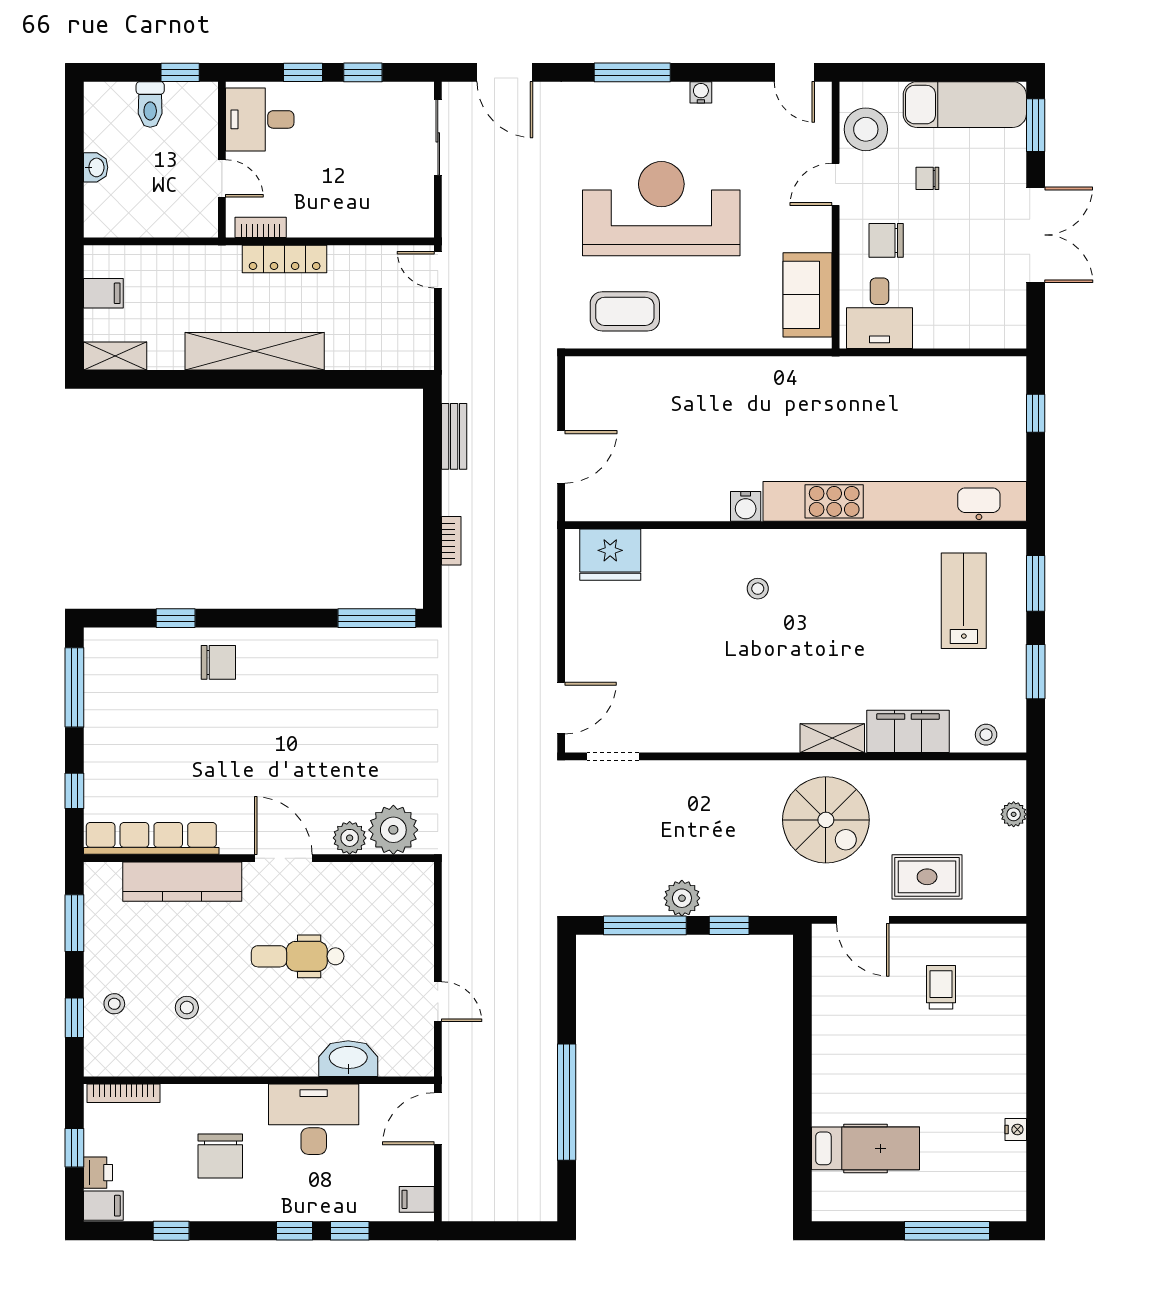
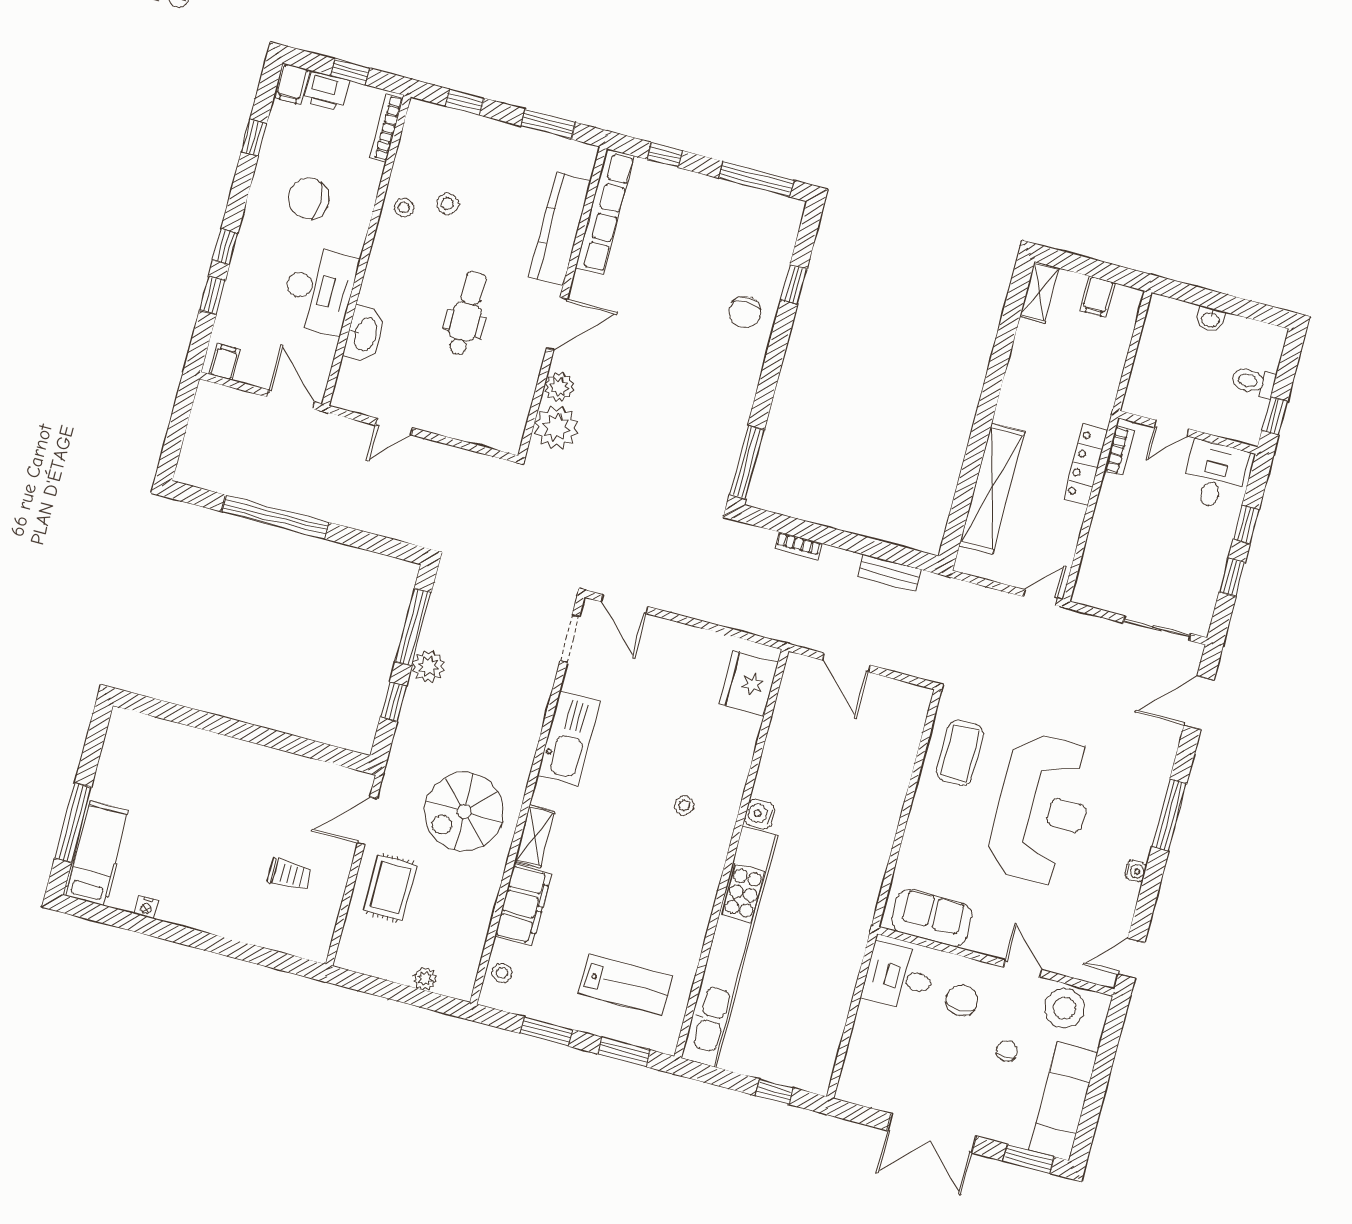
shelving: (255, 351) -> (992, 489), moved
kitchen sink: (719, 730) -> (569, 739), added
stool: (114, 1004) -> (404, 207), moved
hospital bed: (866, 1148) -> (97, 853), moved, turned 180
printer: (98, 1173) -> (327, 91), width x1.36, depth x1.24

